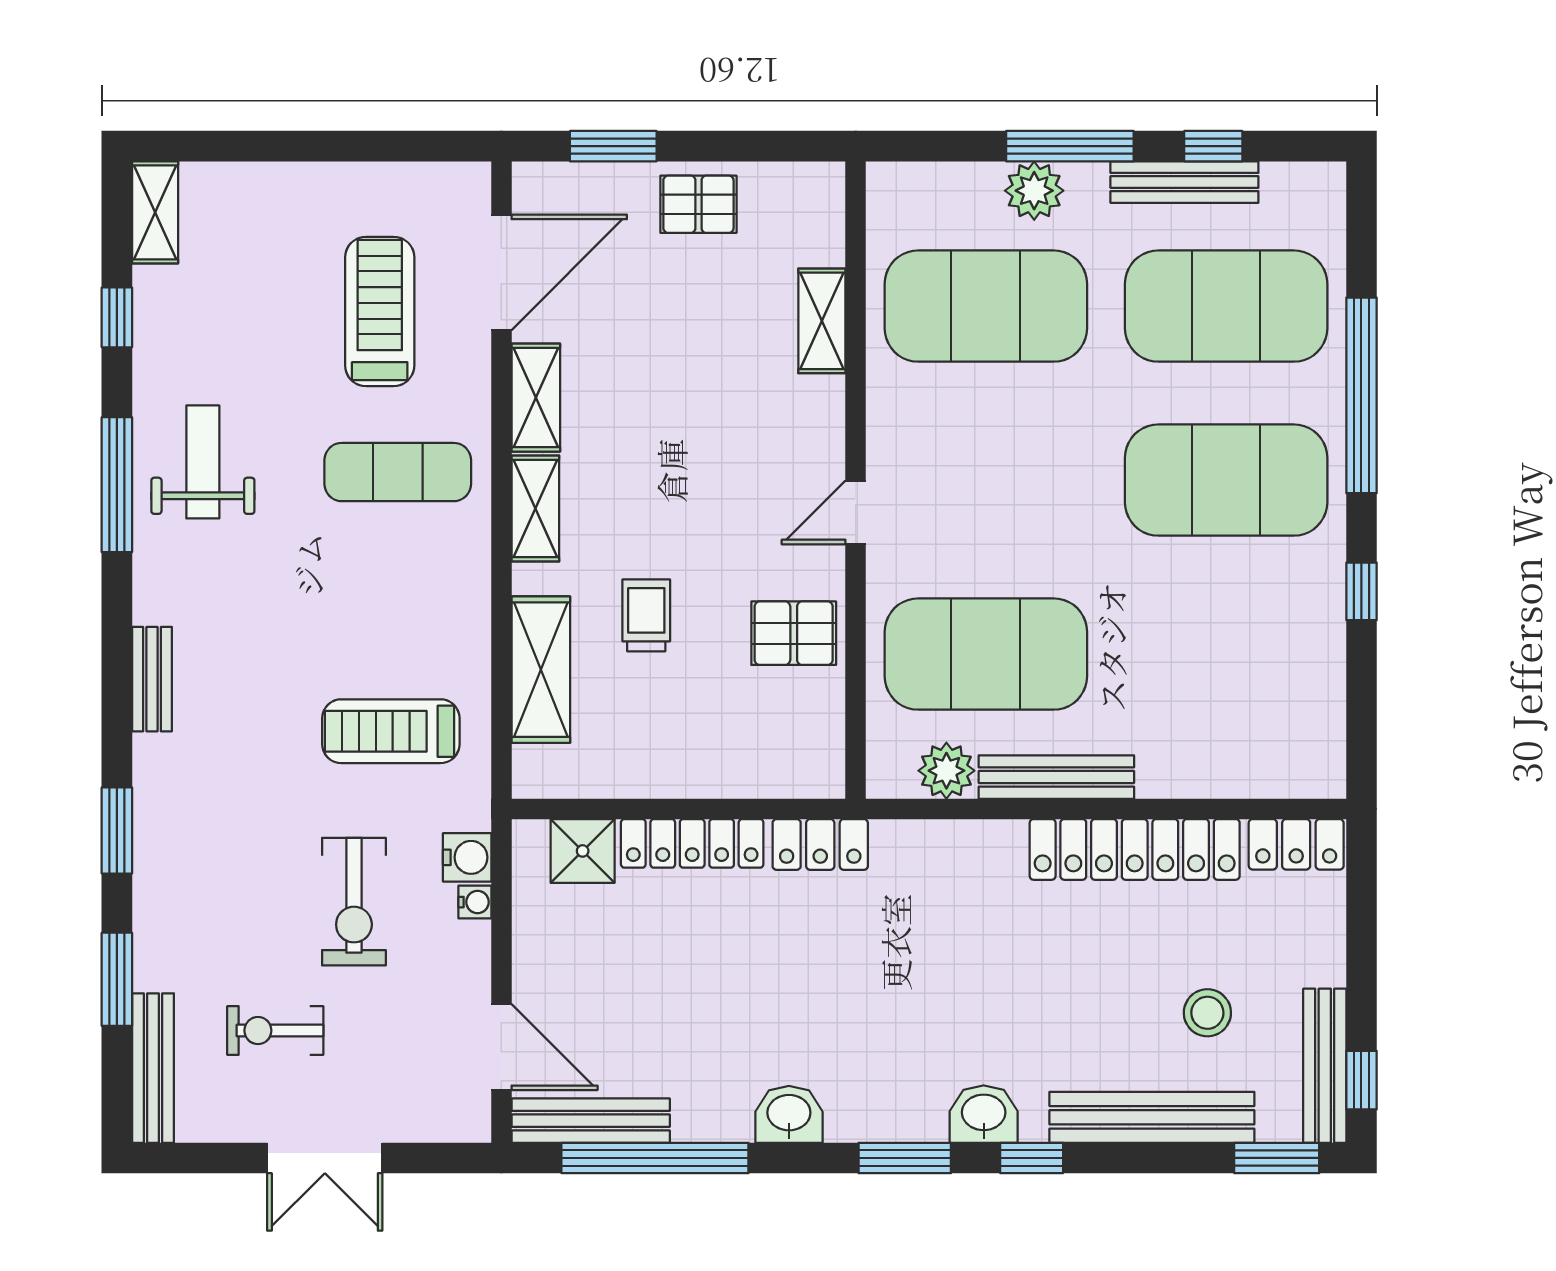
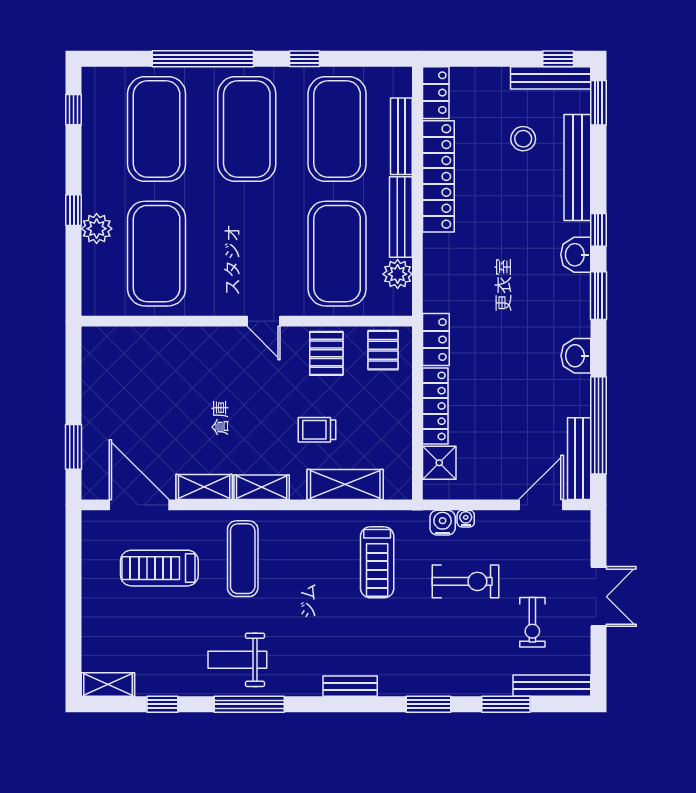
window: (1070, 146) -> (74, 210), width x0.46
window: (1213, 146) -> (74, 110), moved
bench: (1184, 182) -> (401, 136), moved
pallet: (698, 204) -> (383, 350), moved
shelving: (822, 321) -> (164, 339), removed
exercise mat: (1226, 654) -> (337, 129), added

